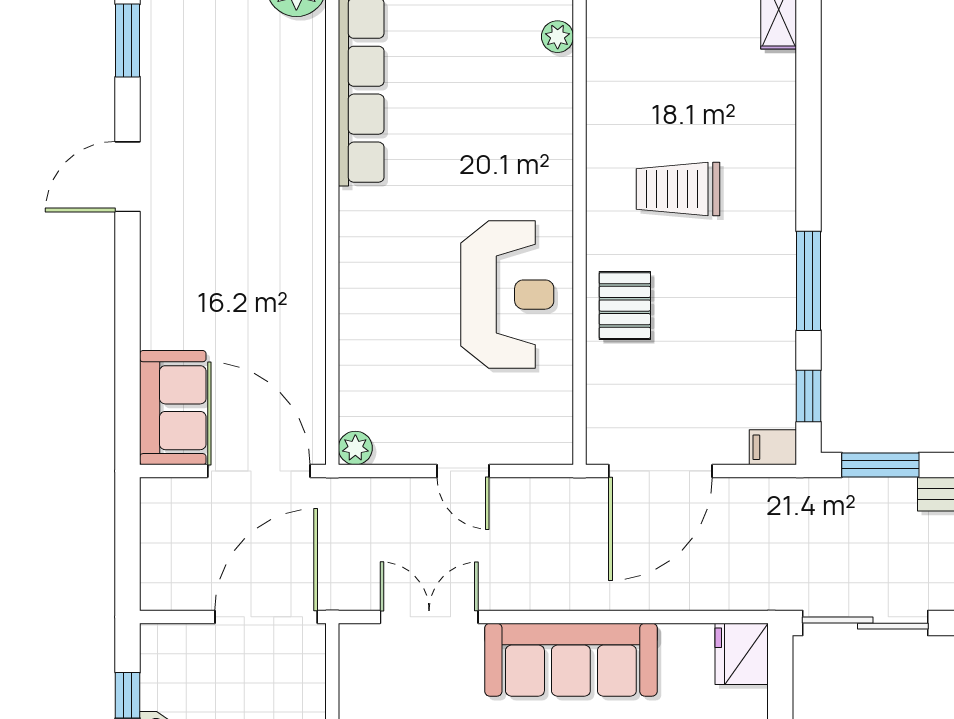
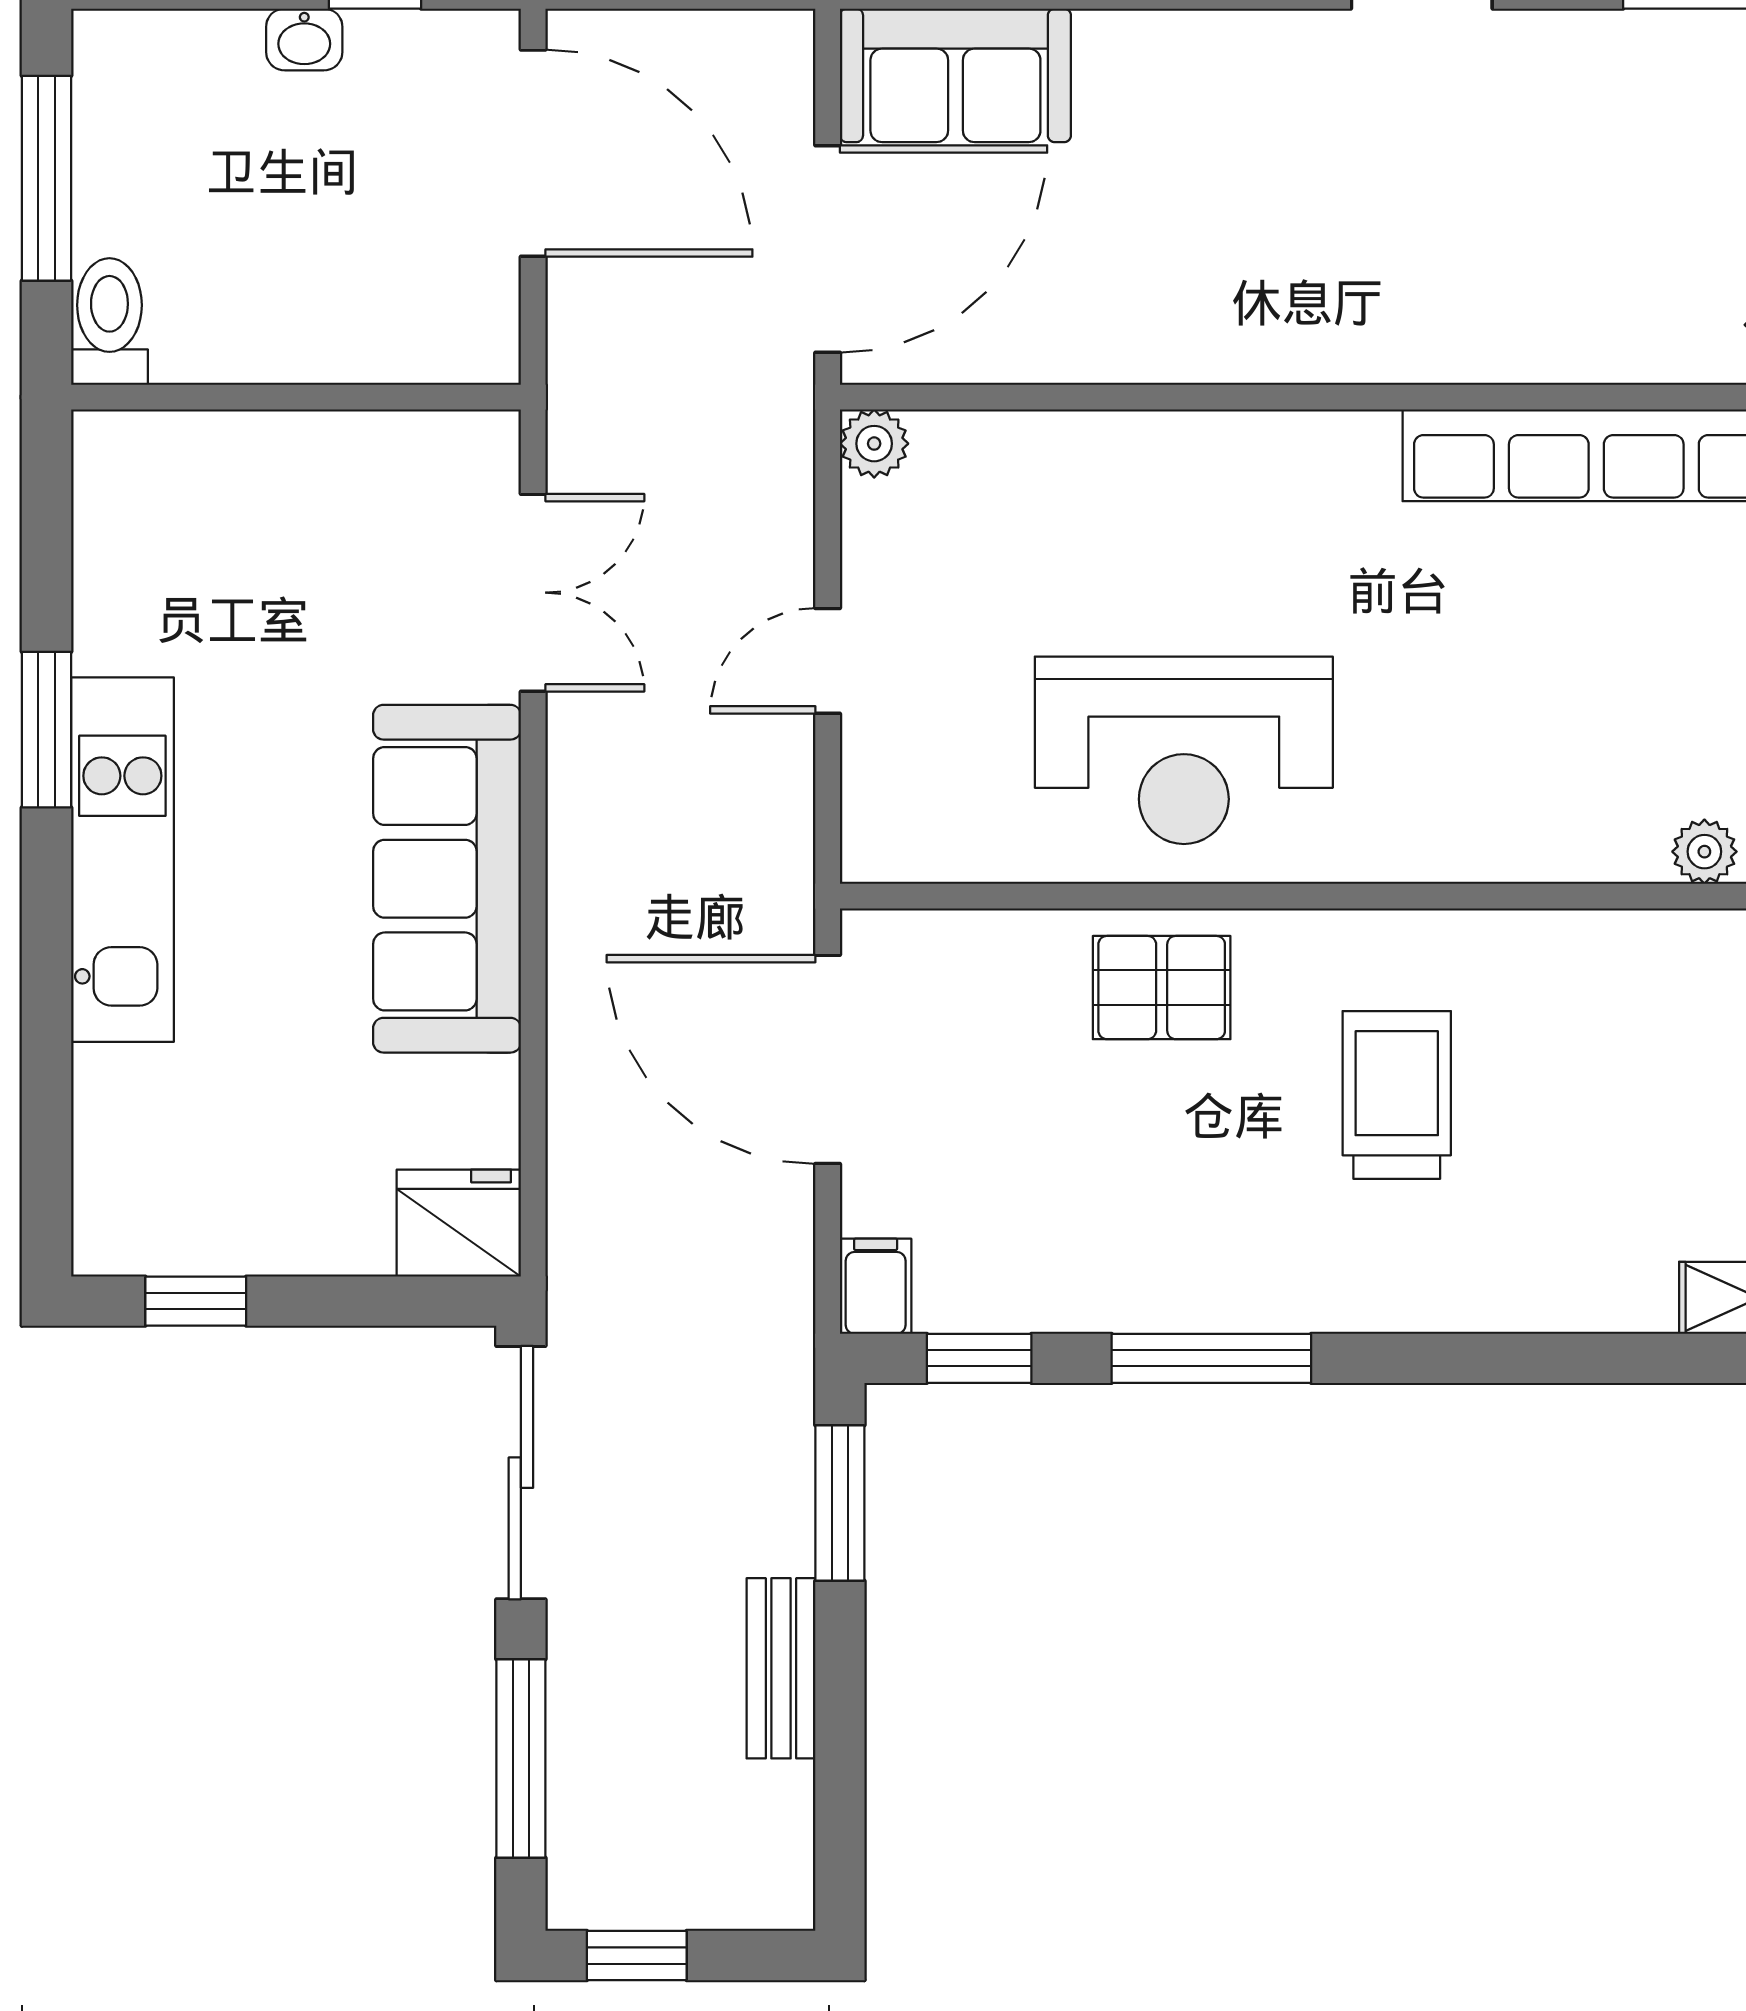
door: (266, 617) -> (533, 153), moved

